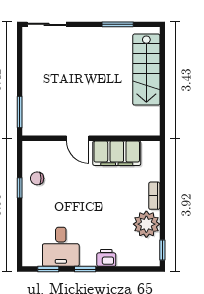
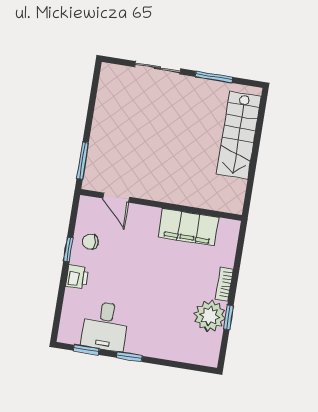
sliding door: (47, 24) -> (158, 68), moved
door: (78, 138) -> (116, 198), moved
window: (162, 250) -> (228, 317), moved
printer: (106, 258) -> (77, 277), moved, turned 90

